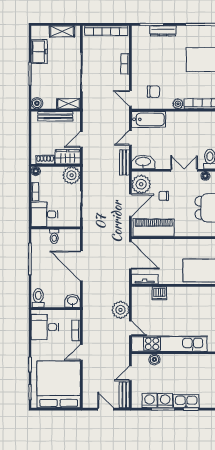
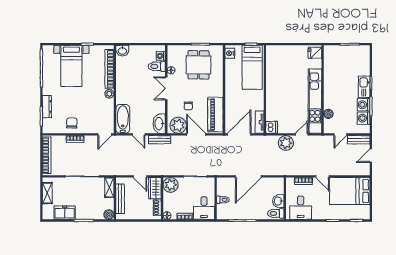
chair: (153, 92) -> (72, 123), moved
dishwasher: (159, 293) -> (272, 127), moved
washbasin: (73, 301) -> (278, 201), moved
door: (130, 373) -> (340, 134), hinge flipped
bed: (59, 384) -> (350, 191), width x0.73

